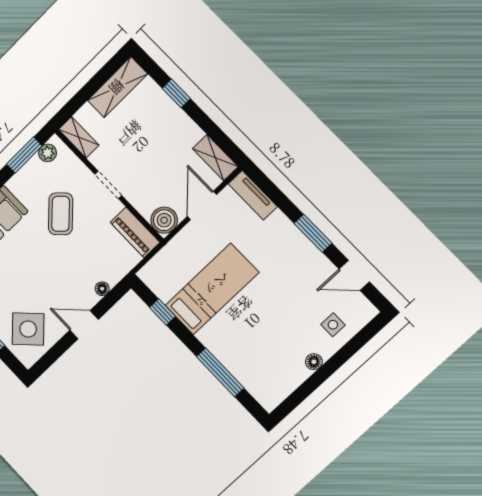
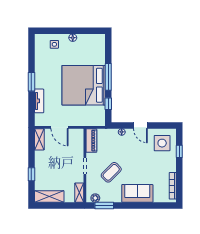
tv unit: (253, 195) -> (39, 101), moved
door: (202, 206) -> (60, 127), hinge flipped
boiler: (164, 220) -> (77, 135), removed
door: (354, 275) -> (31, 54), removed
bed: (212, 289) -> (84, 85), width x2.04
side table: (28, 329) -> (162, 143), turned 45
window: (220, 372) -> (108, 77), moved

